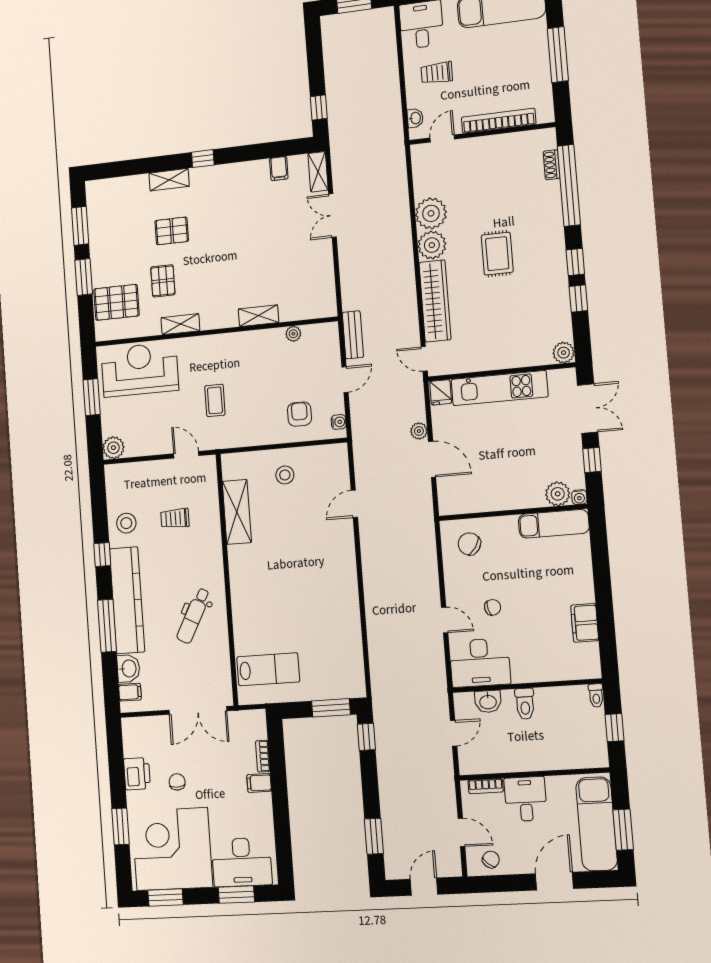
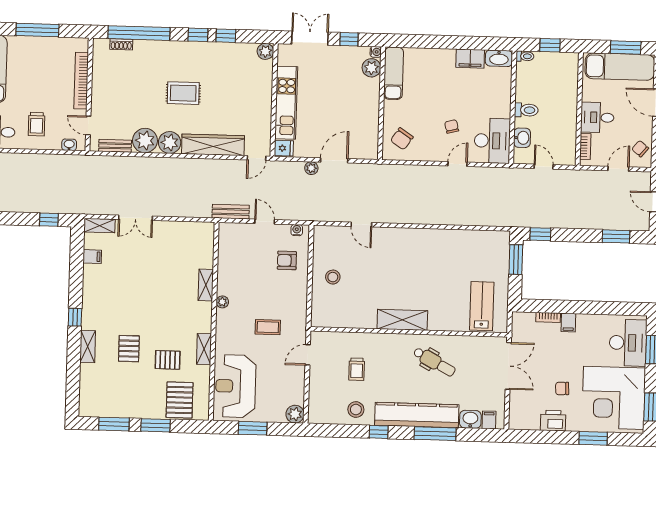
bench: (420, 176) -> (115, 146), added
plant: (293, 334) -> (222, 302), moved
shelving: (237, 512) -> (402, 320), moved
washbasin: (589, 661) -> (499, 58), added

